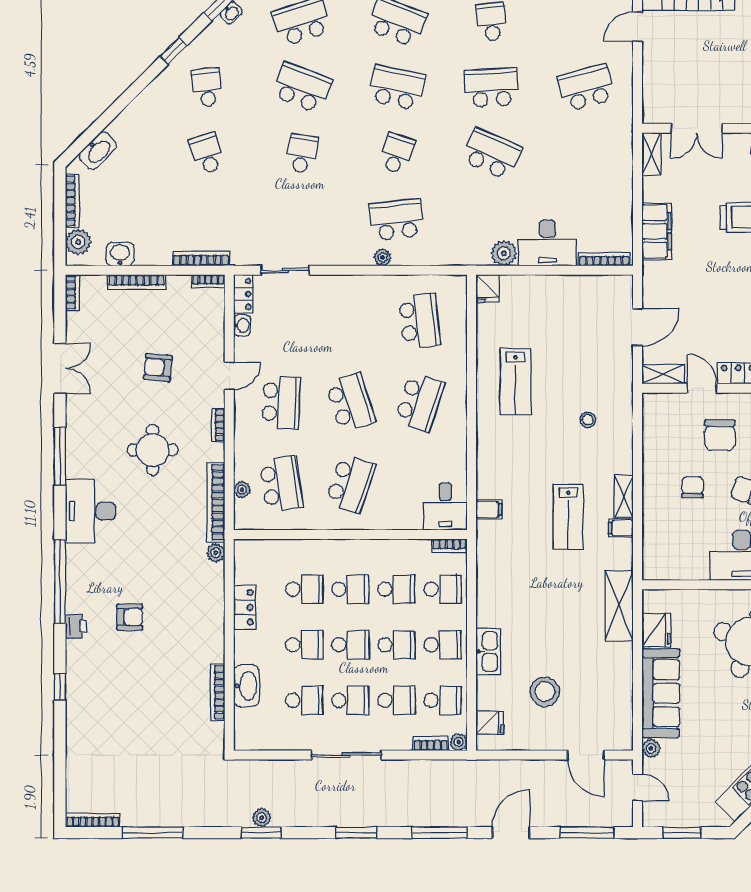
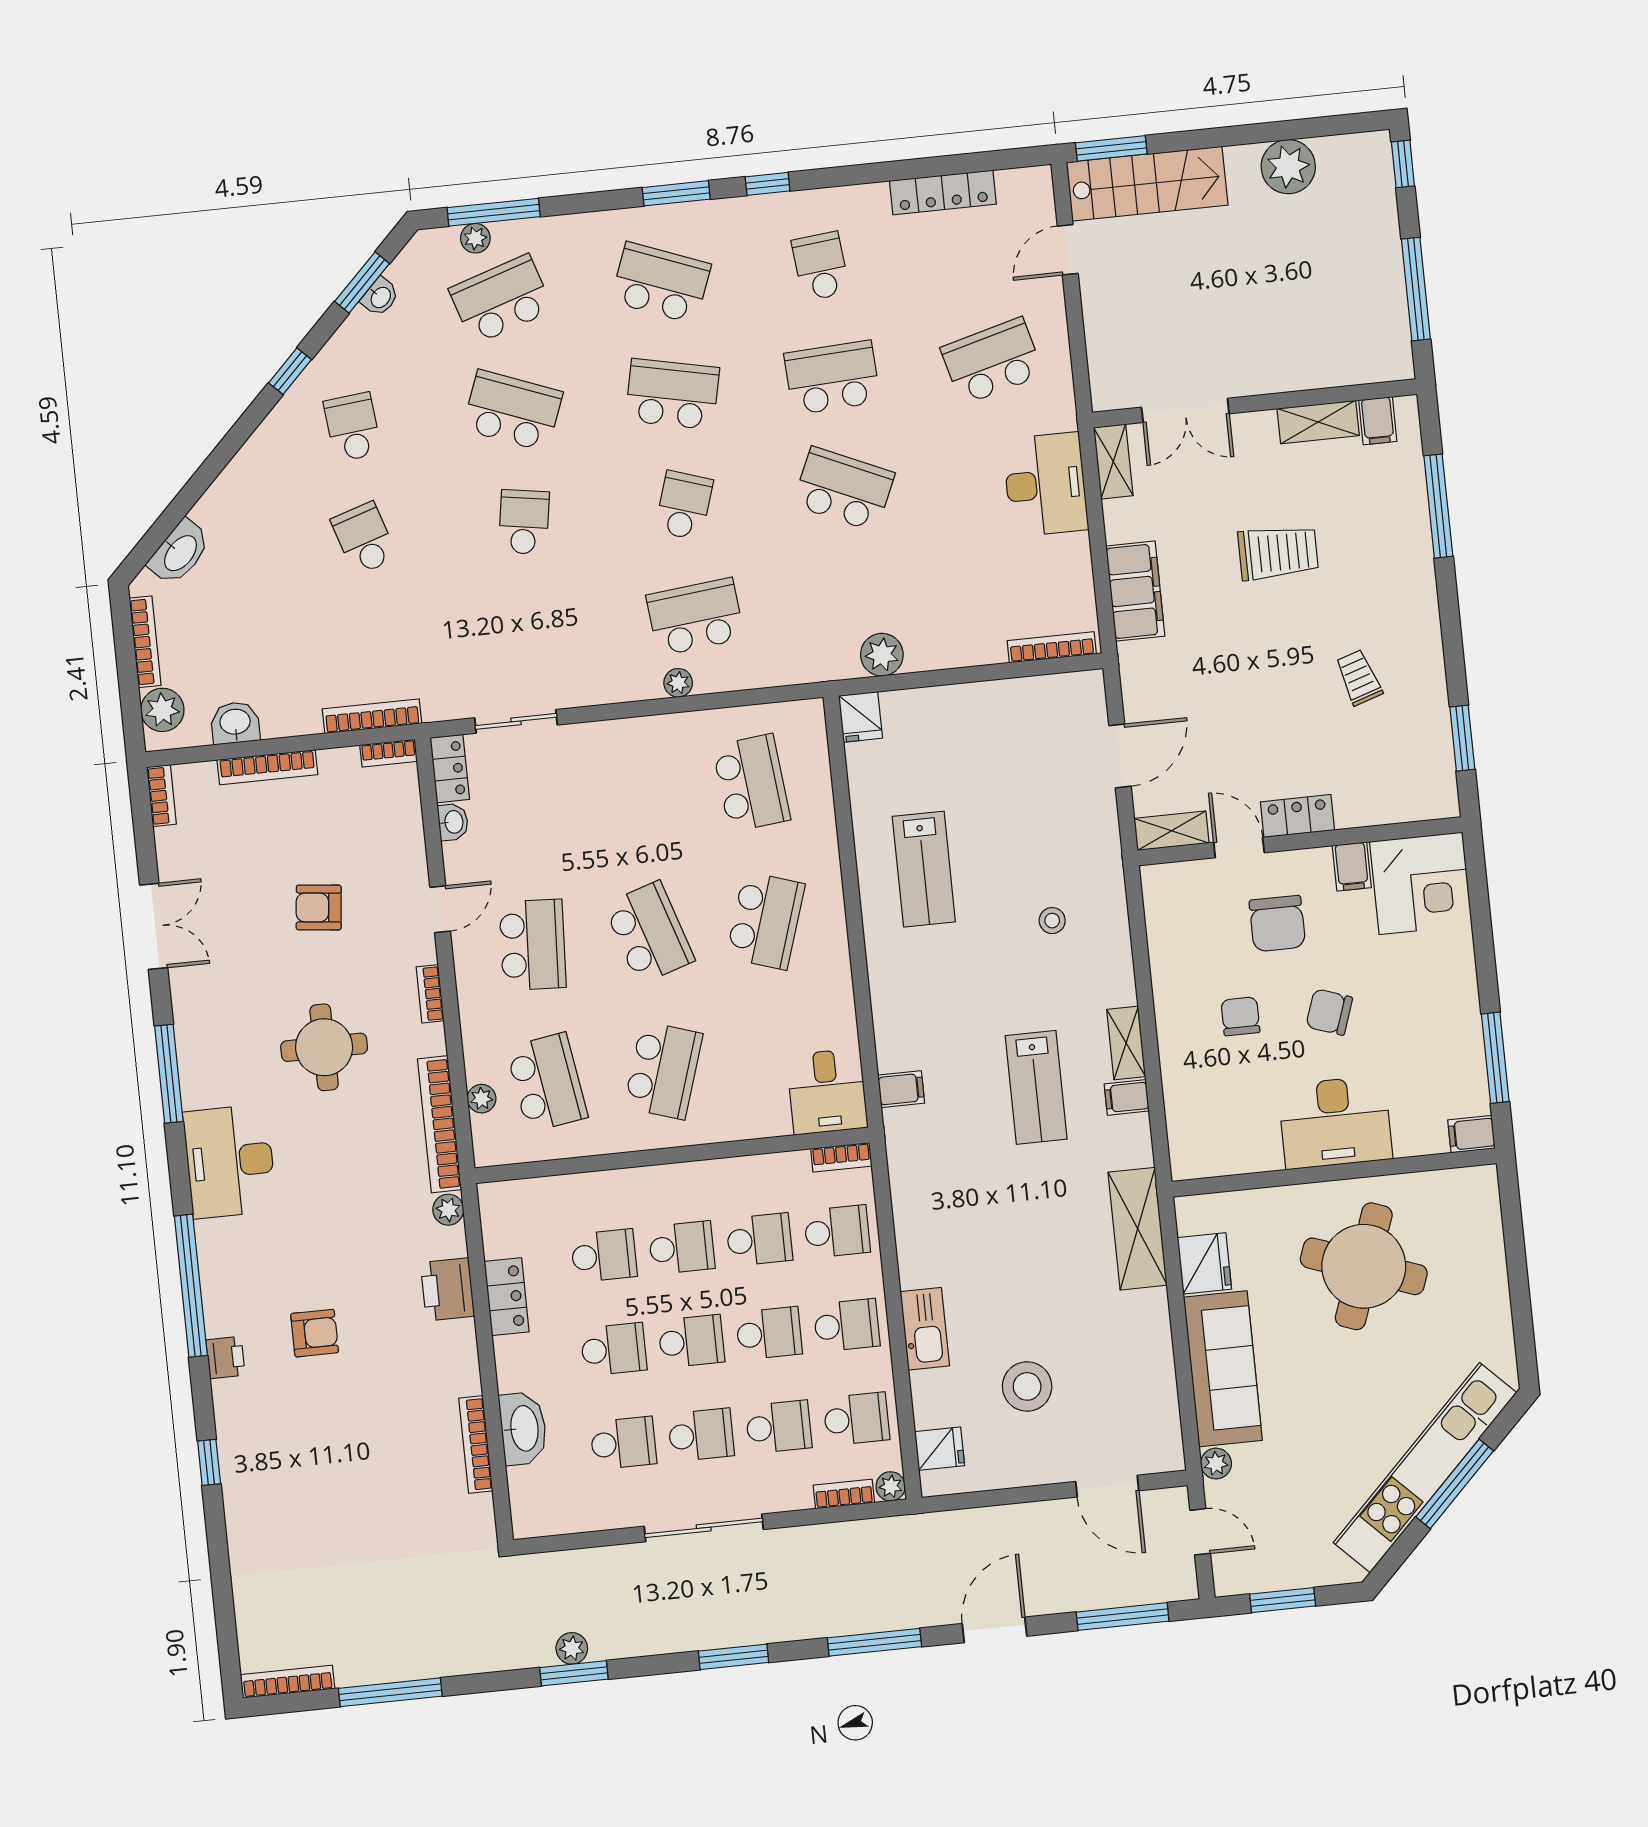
desk: (547, 243) -> (1046, 484), moved, turned -90
printer: (210, 600) -> (448, 1289), added

